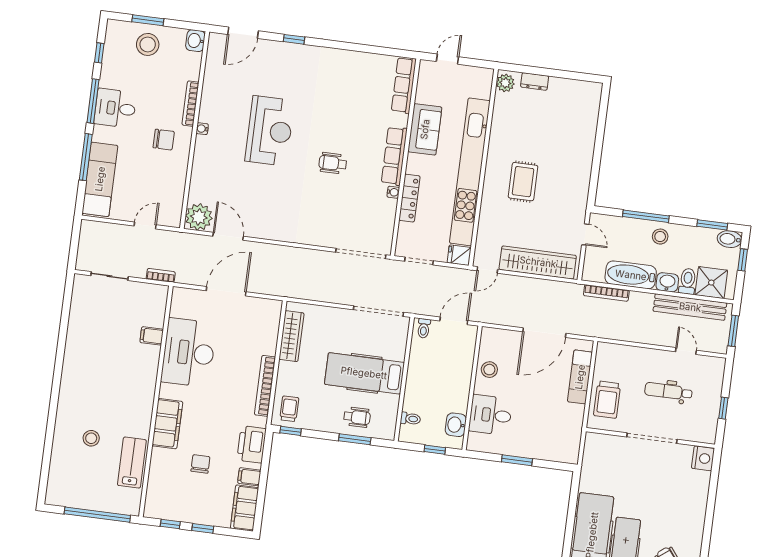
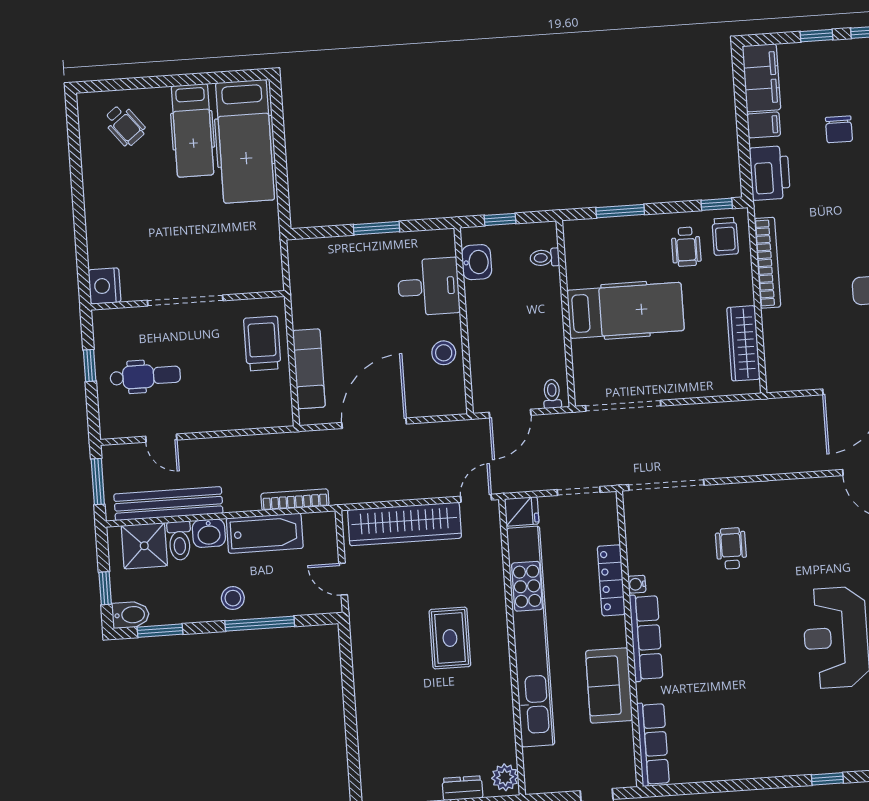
wheelchair: (333, 163) -> (731, 548), moved, turned -90
dental chair: (668, 391) -> (145, 376), moved
wheelchair: (357, 417) -> (686, 247), moved, turned -90

